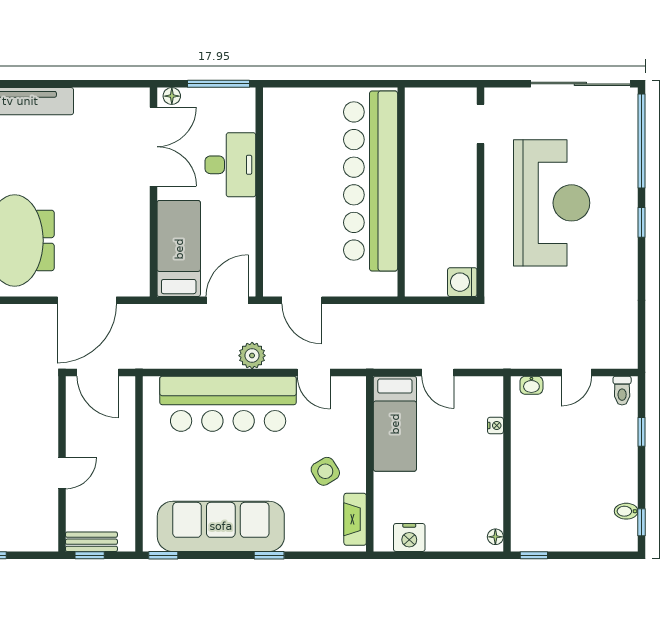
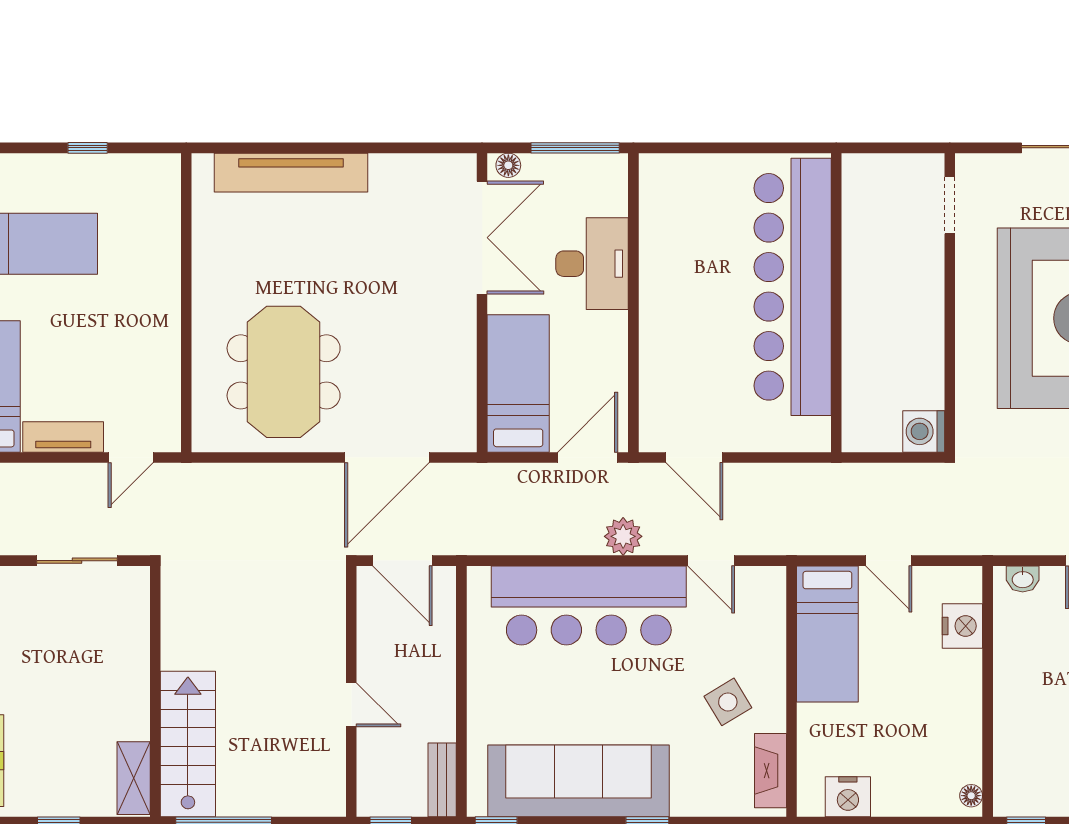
nightstand: (495, 425) -> (962, 626), width x1.89, depth x1.79
door: (62, 473) -> (351, 705), hinge flipped
bench: (91, 542) -> (442, 780), moved, turned 90

